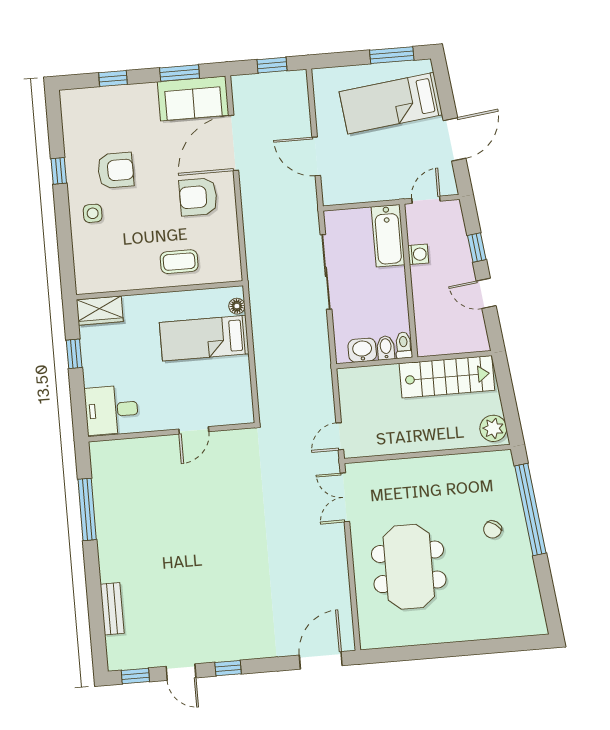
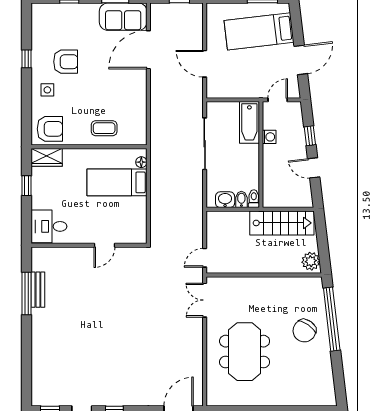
armchair: (198, 197) -> (50, 129), moved, turned 180
chair: (492, 529) -> (304, 331), width x1.87, depth x1.87
bench: (112, 609) -> (38, 290), moved

